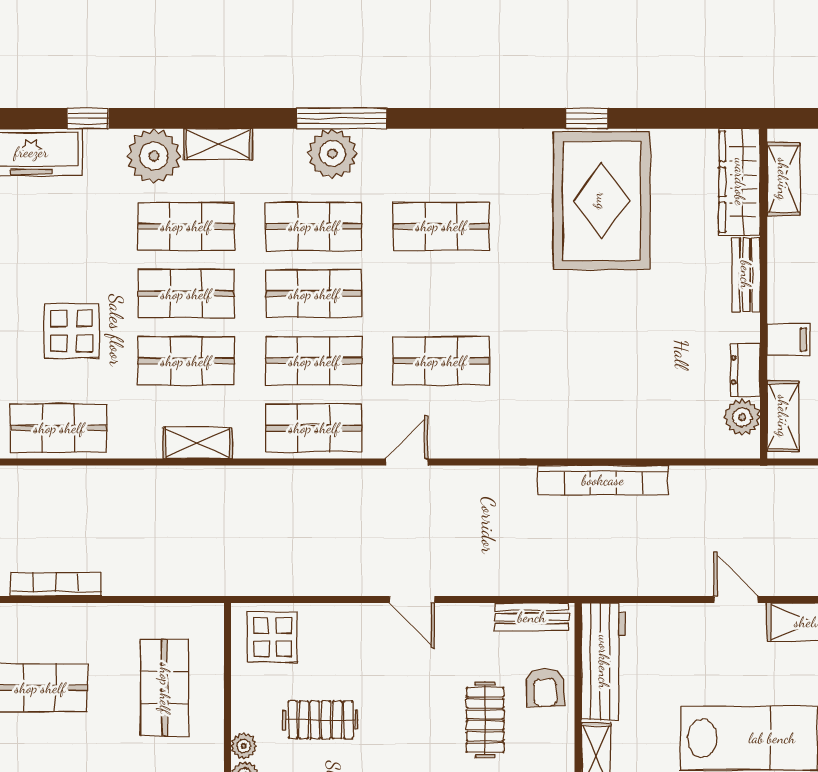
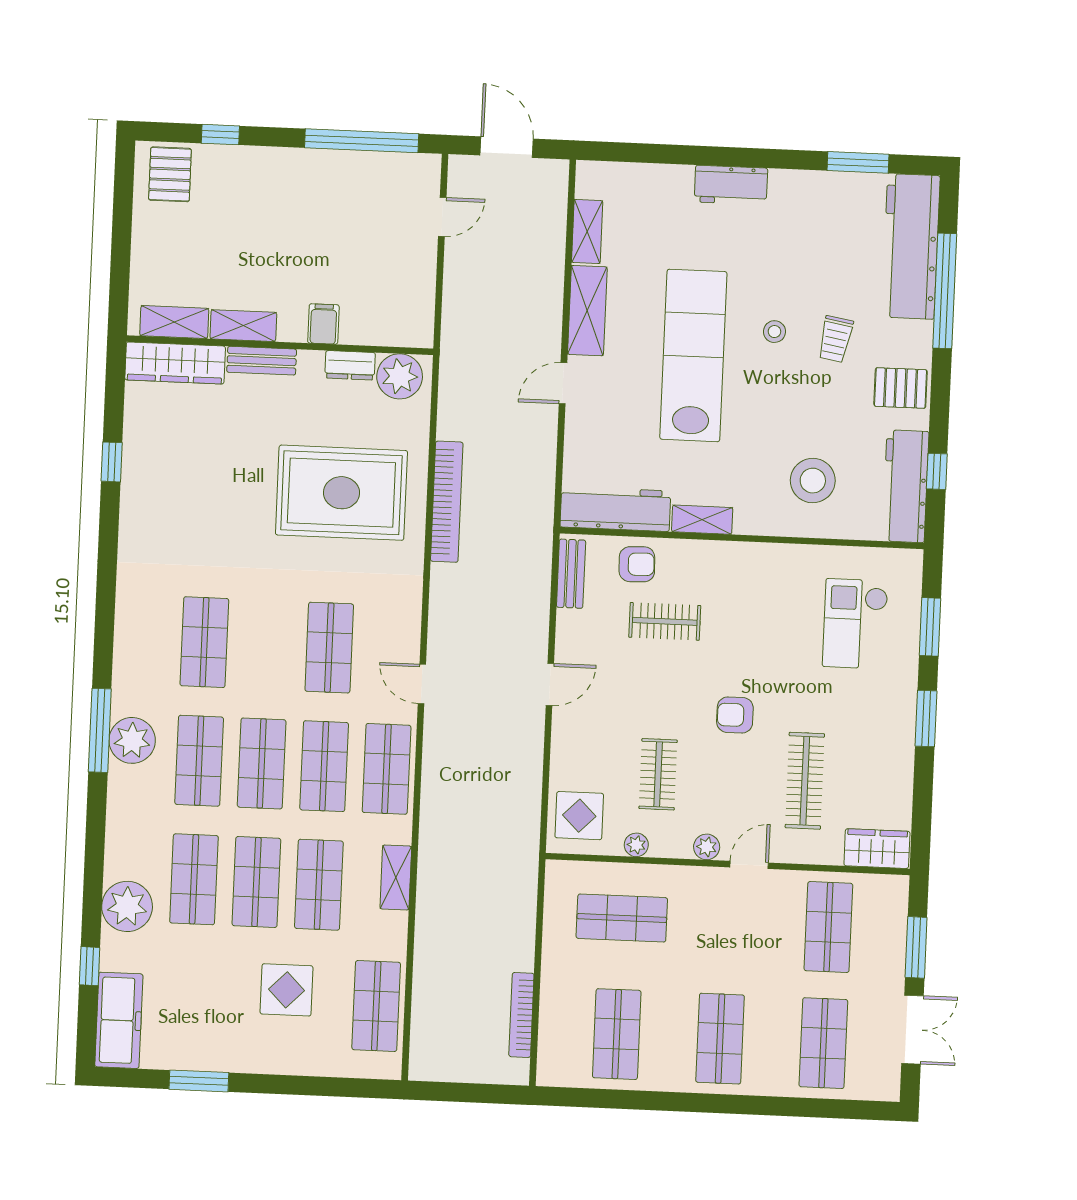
window: (587, 118) -> (112, 462), moved
shelving: (218, 144) -> (119, 846), removed
rug: (602, 201) -> (341, 493), moved
shelving: (783, 416) -> (243, 326), moved
plant: (742, 417) -> (400, 376), width x1.36, depth x1.36
plant: (244, 746) -> (636, 845), moved

